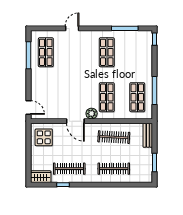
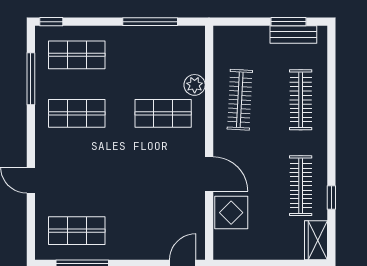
shop shelf: (137, 97) -> (77, 55), moved
plant: (92, 114) -> (195, 85), moved
door: (75, 121) -> (209, 174), hinge flipped
bench: (148, 135) -> (293, 34), moved
display table: (44, 137) -> (231, 213), moved

